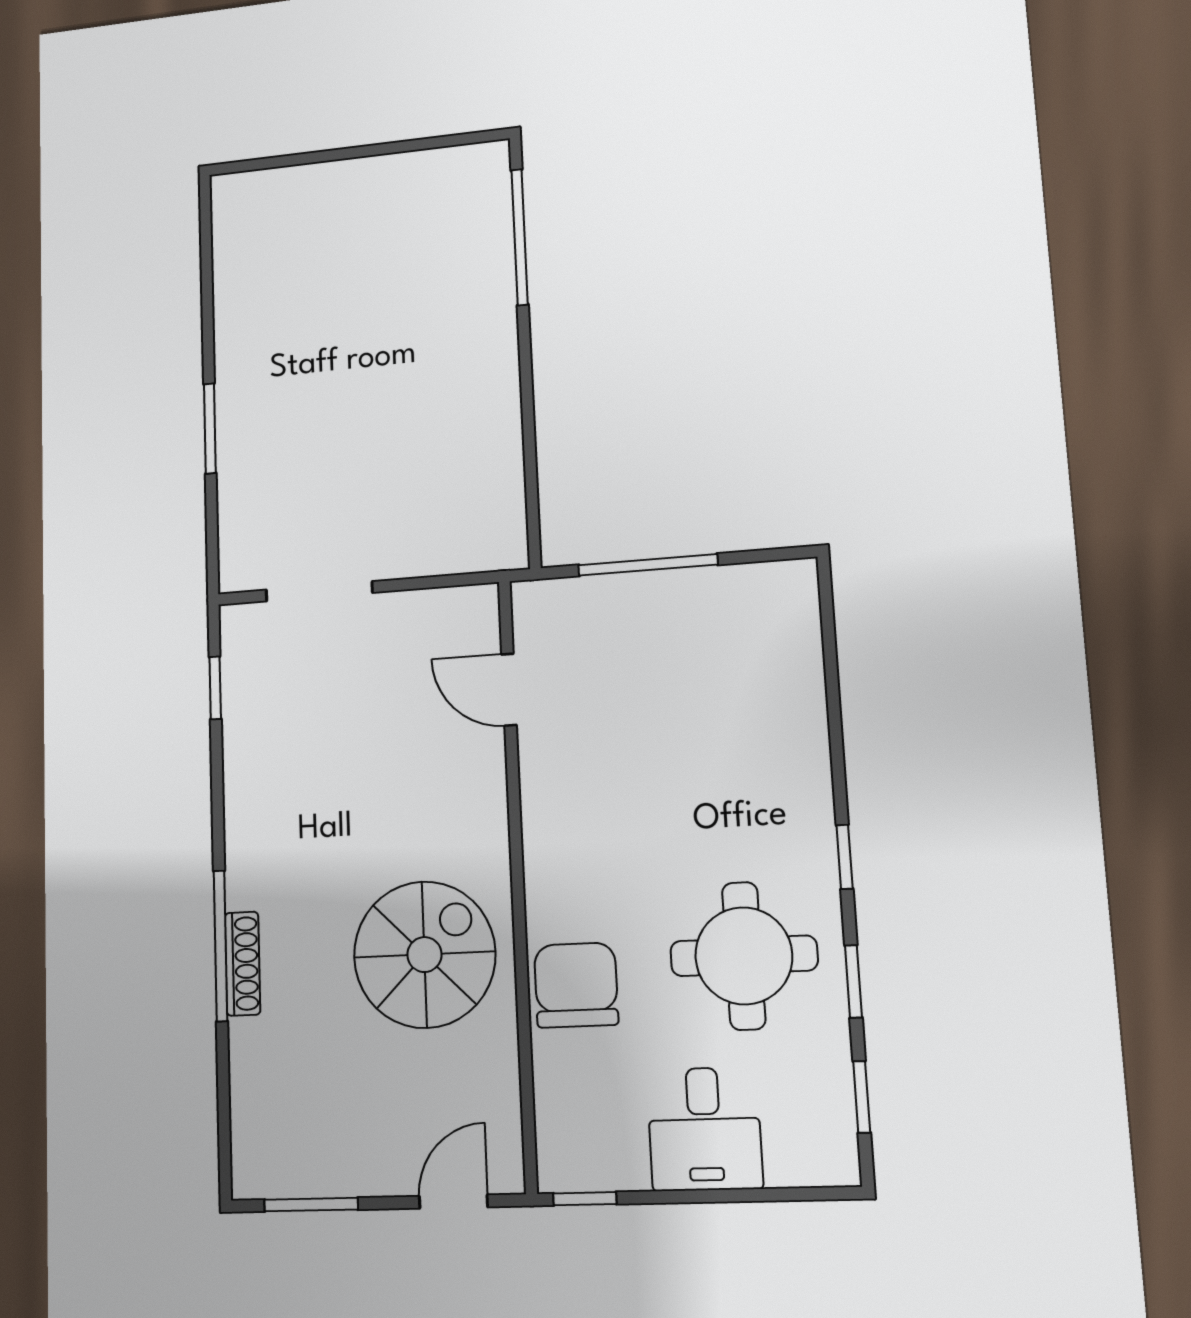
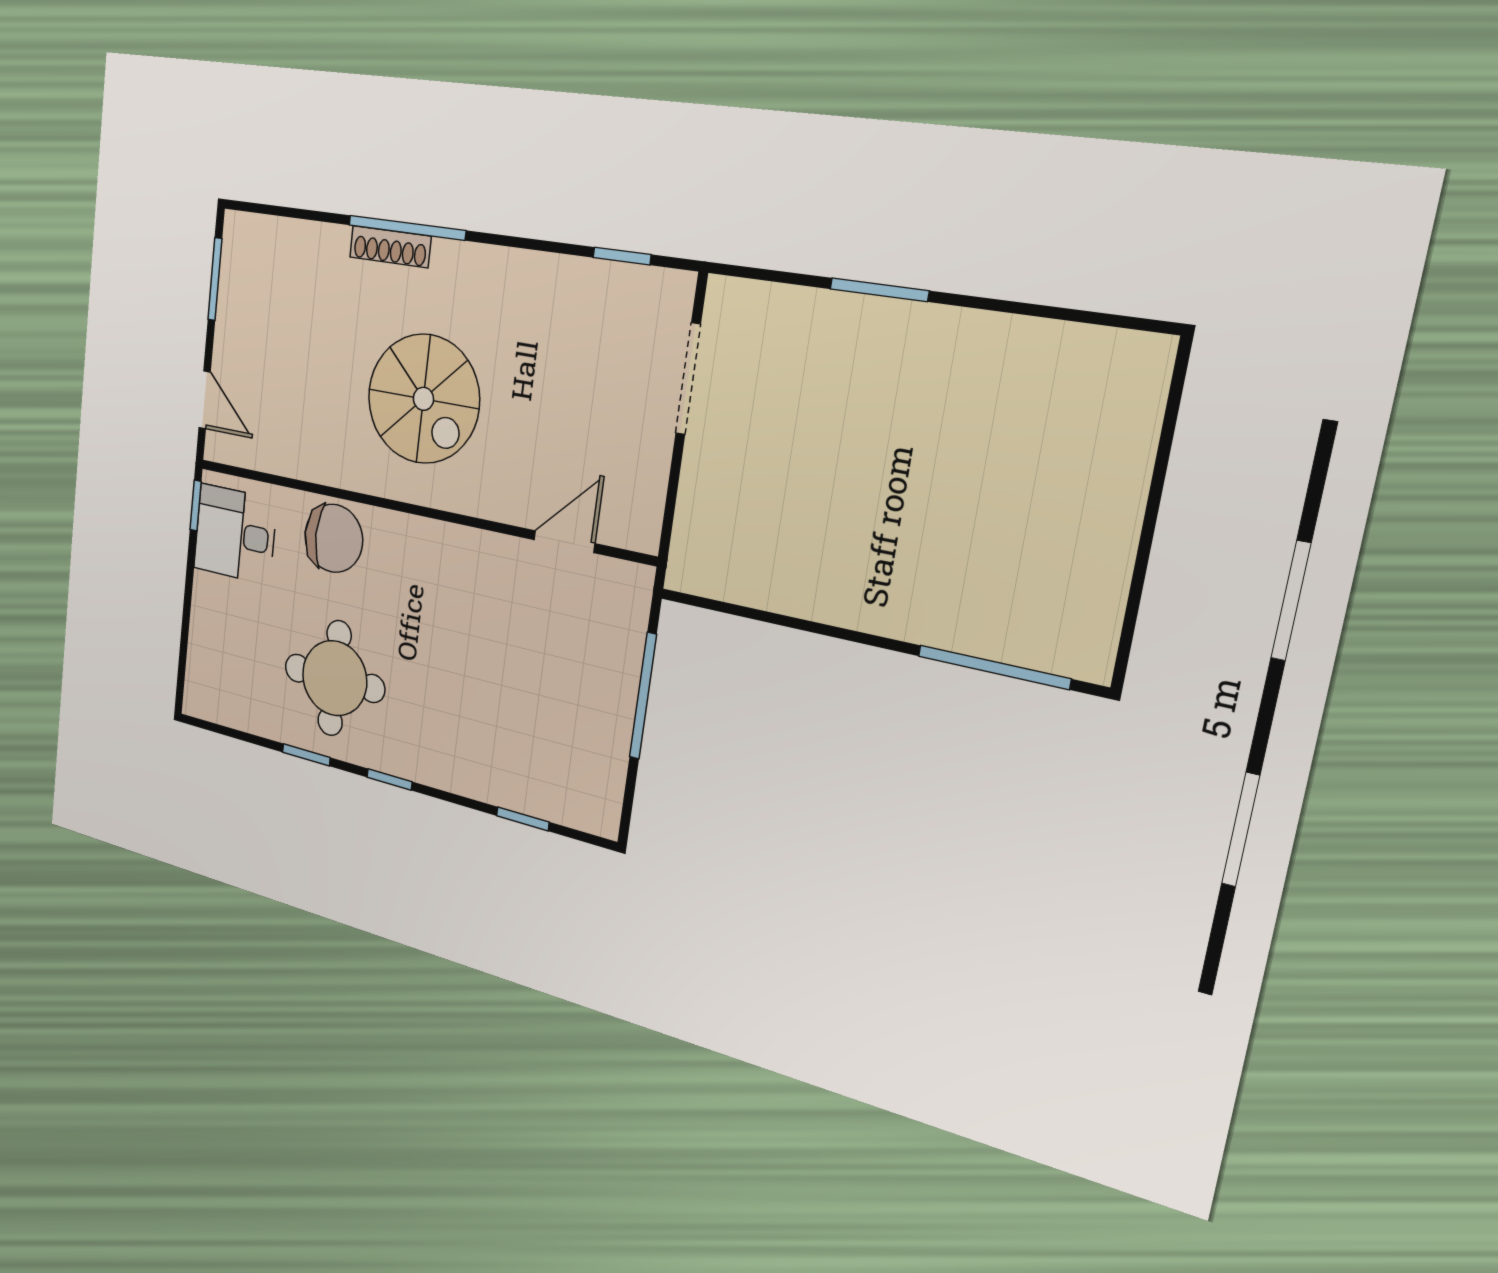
spiral stairs: (424, 955) -> (423, 399), moved
window: (862, 1097) -> (523, 819), moved
desk: (704, 1129) -> (235, 534), moved

